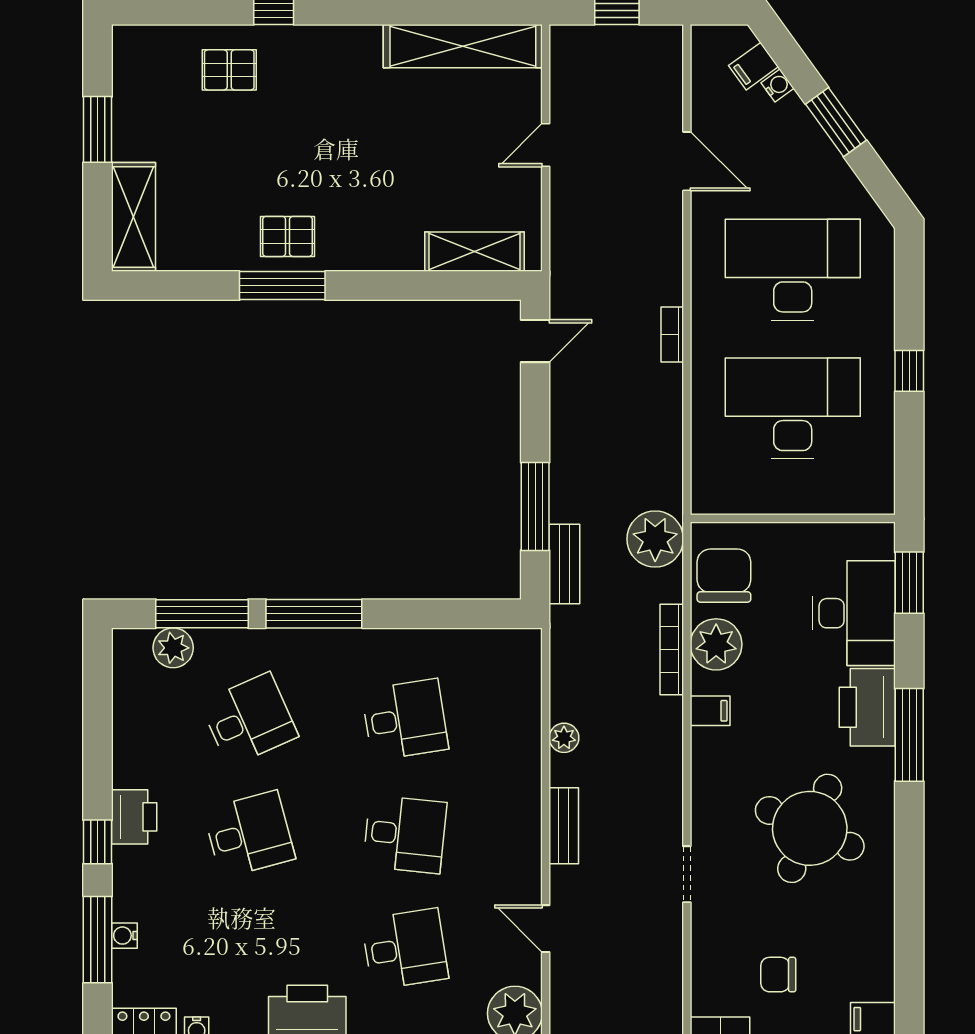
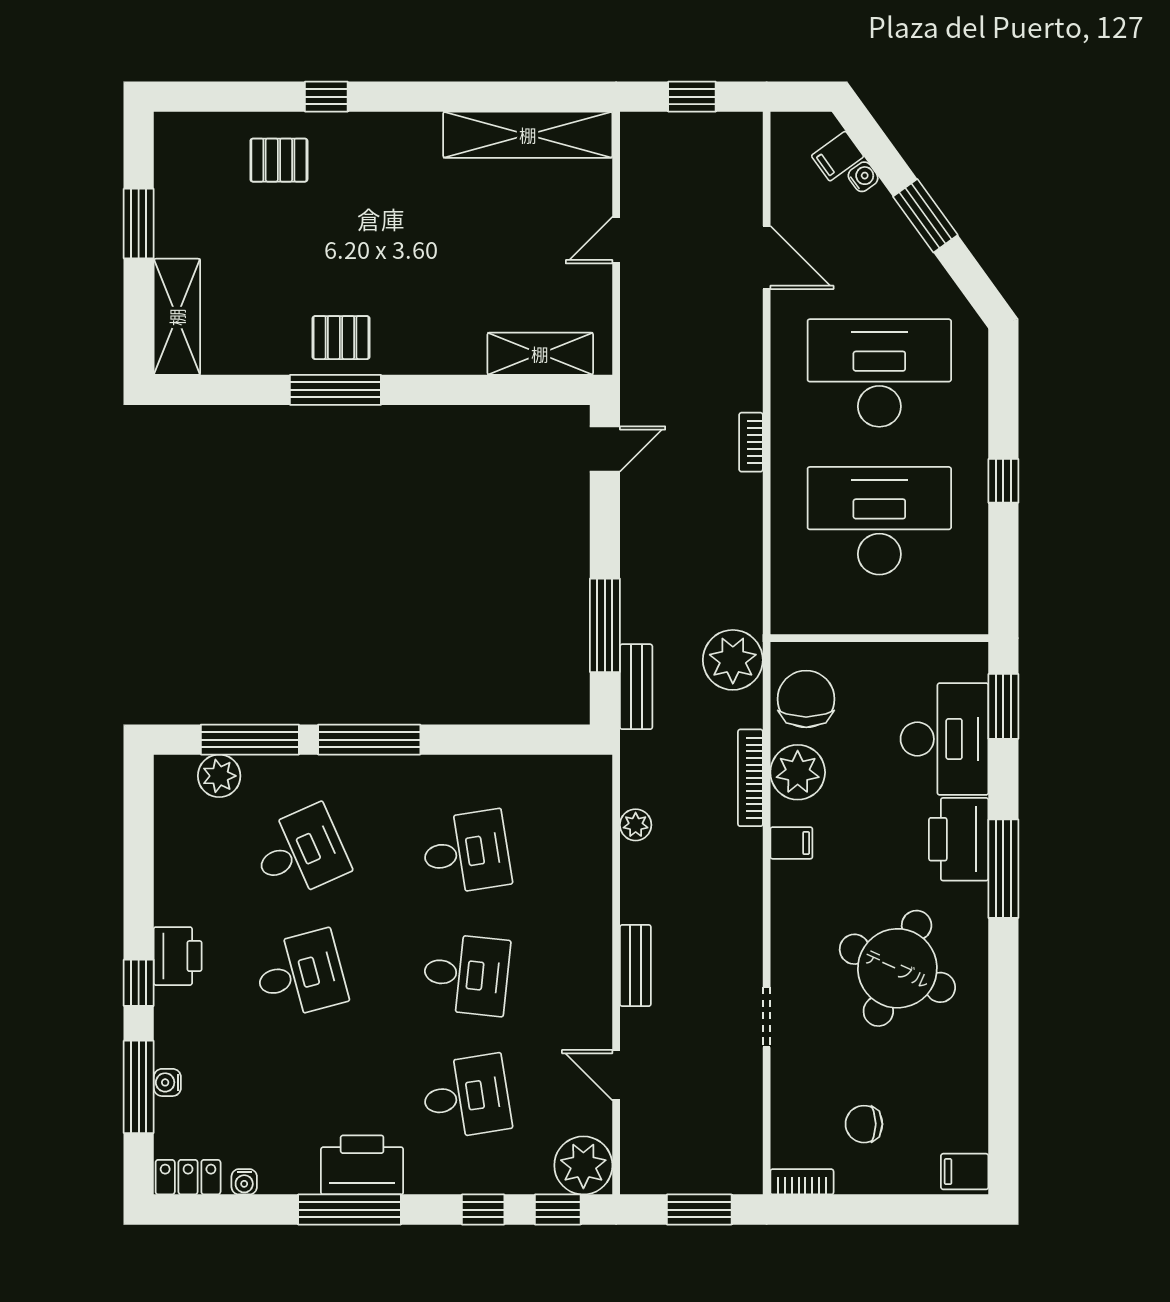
plant: (564, 738) -> (636, 825), moved

